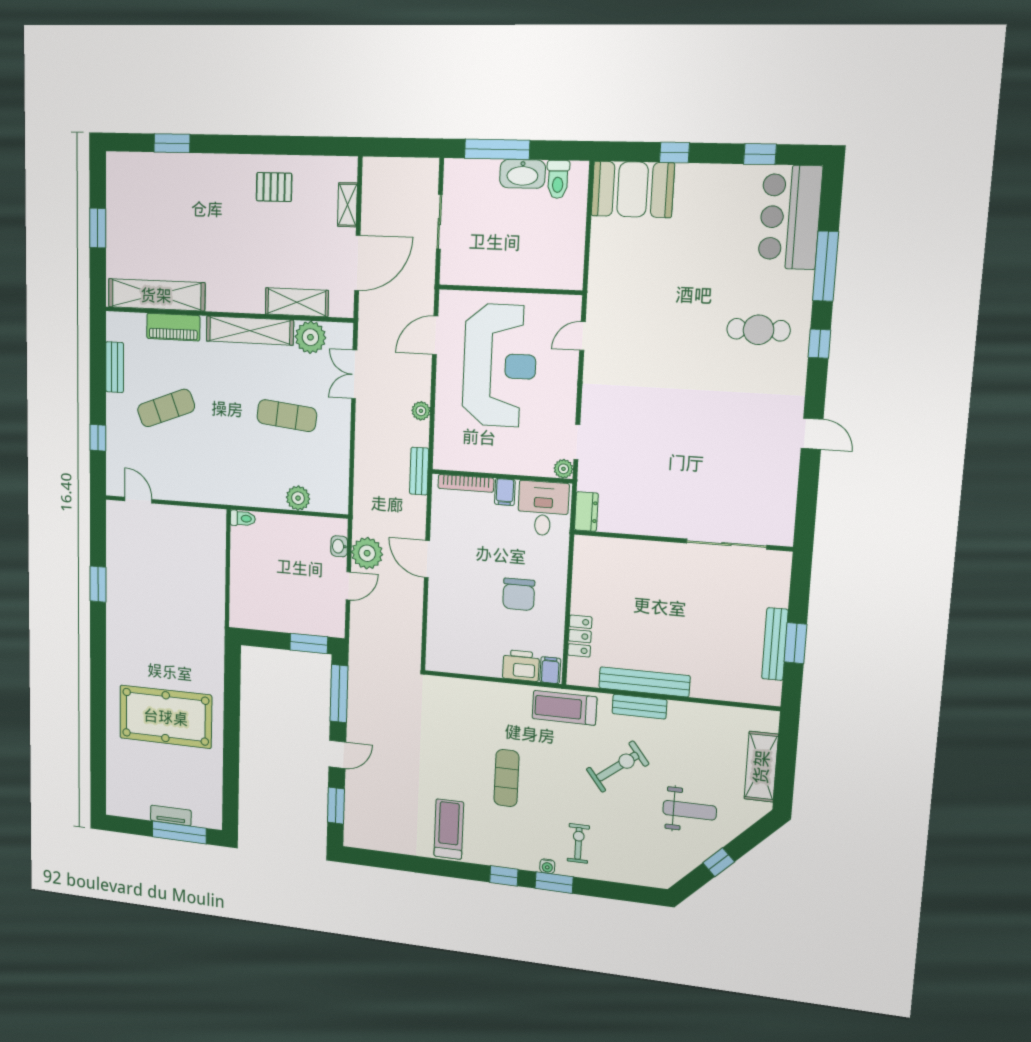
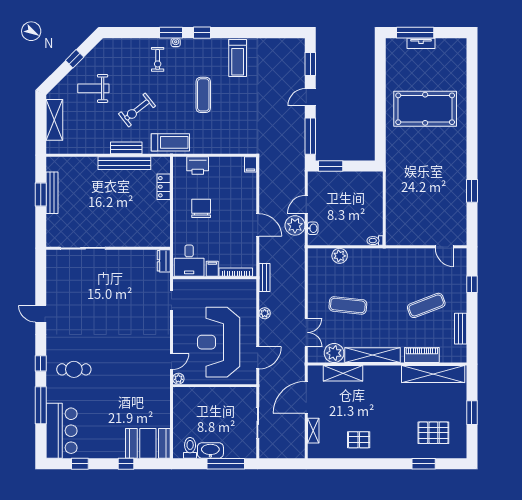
pallet: (156, 196) -> (433, 433), added
plant: (563, 469) -> (178, 379), moved
filing cabinet: (550, 670) -> (251, 164), moved

